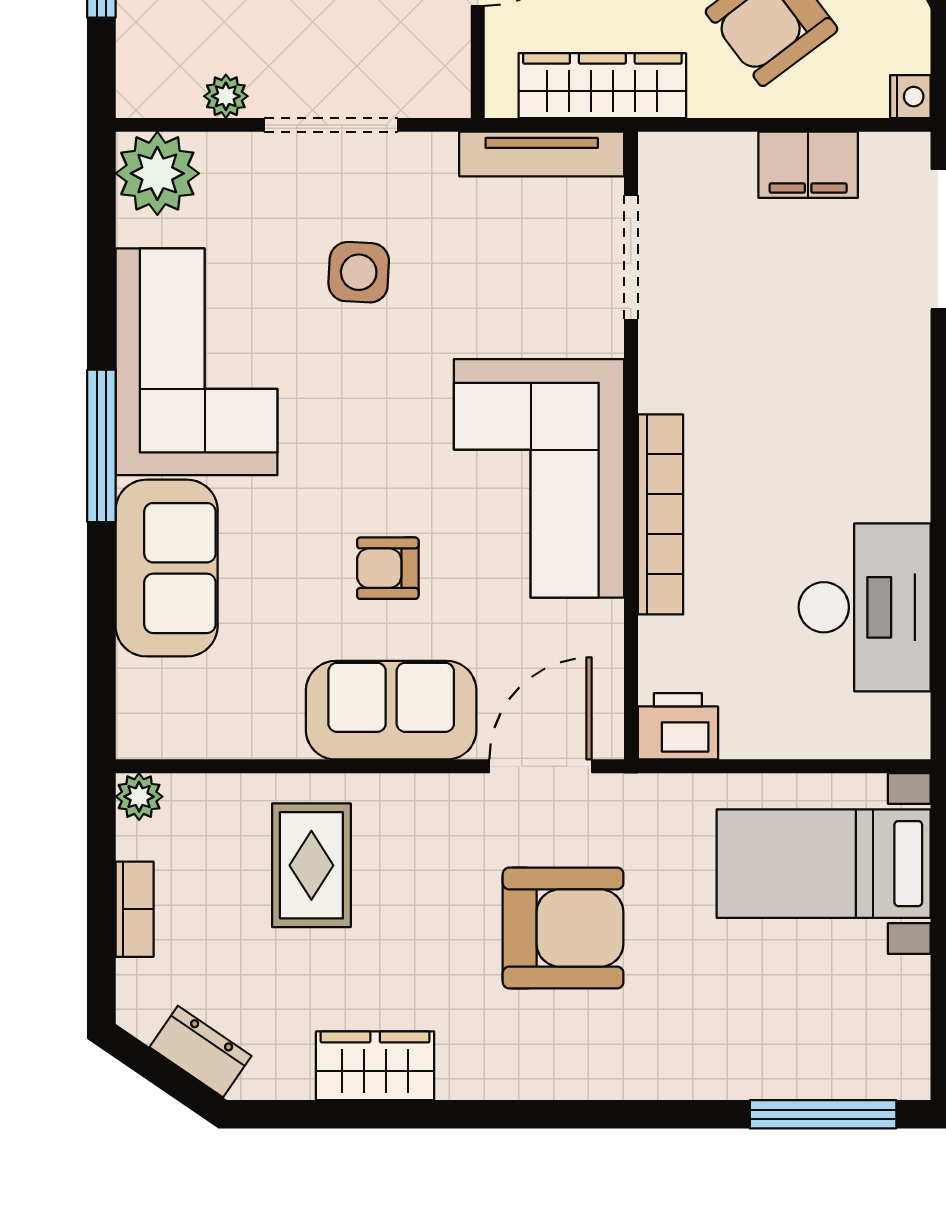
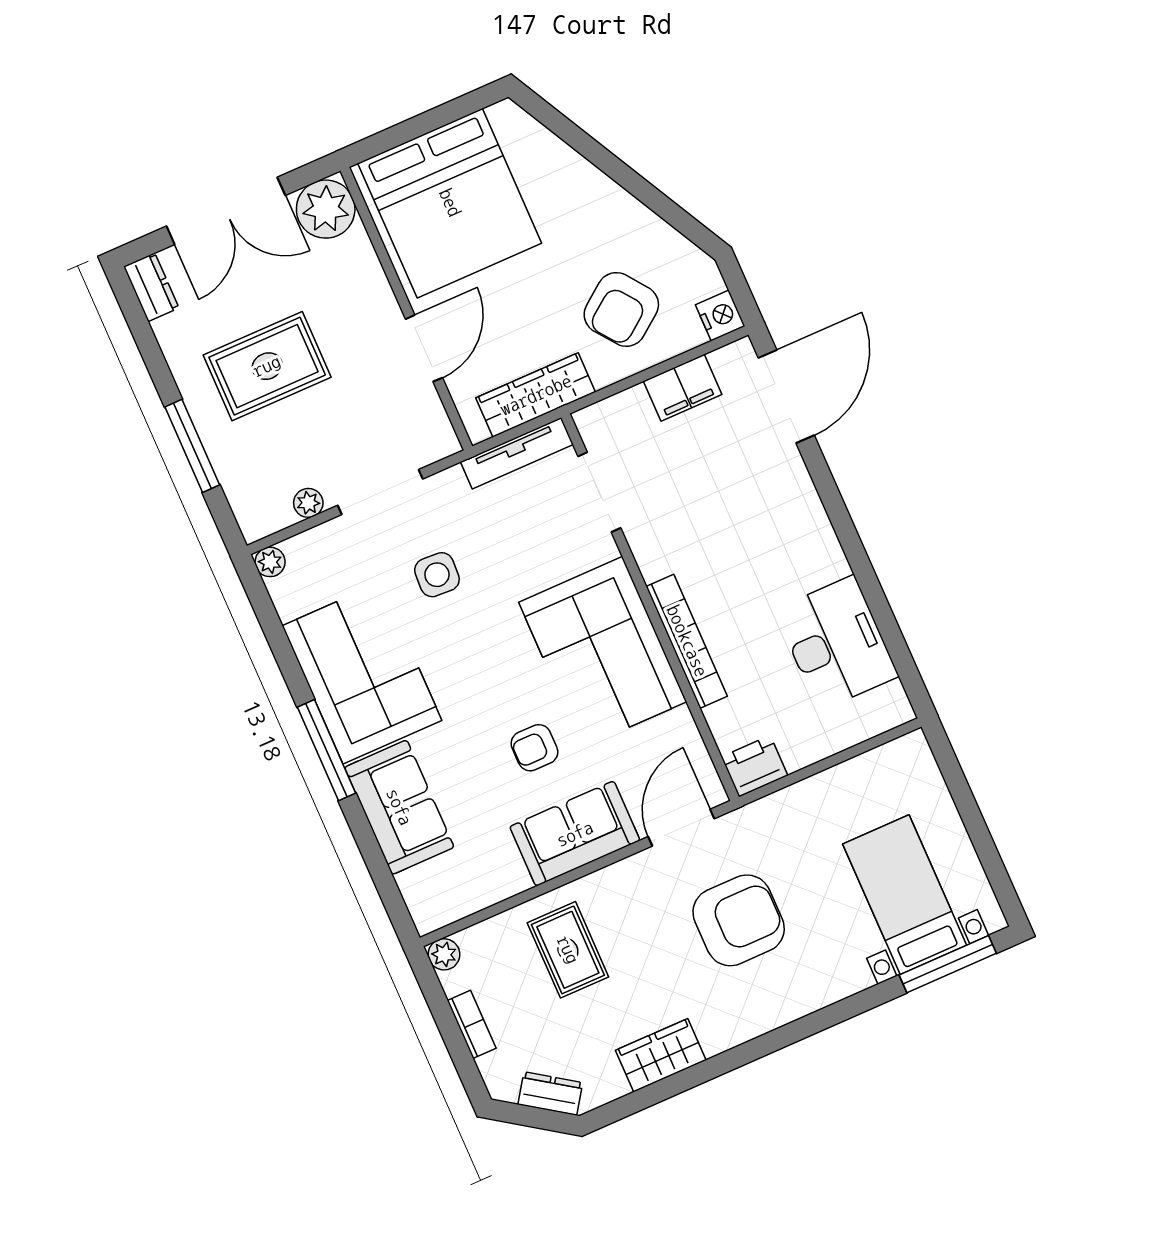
nightstand: (910, 97) -> (720, 315), width x1.39, depth x1.35
plant: (157, 173) -> (270, 562), width x0.53, depth x0.53
bed with nightstands: (824, 864) -> (905, 895), moved, turned 90

